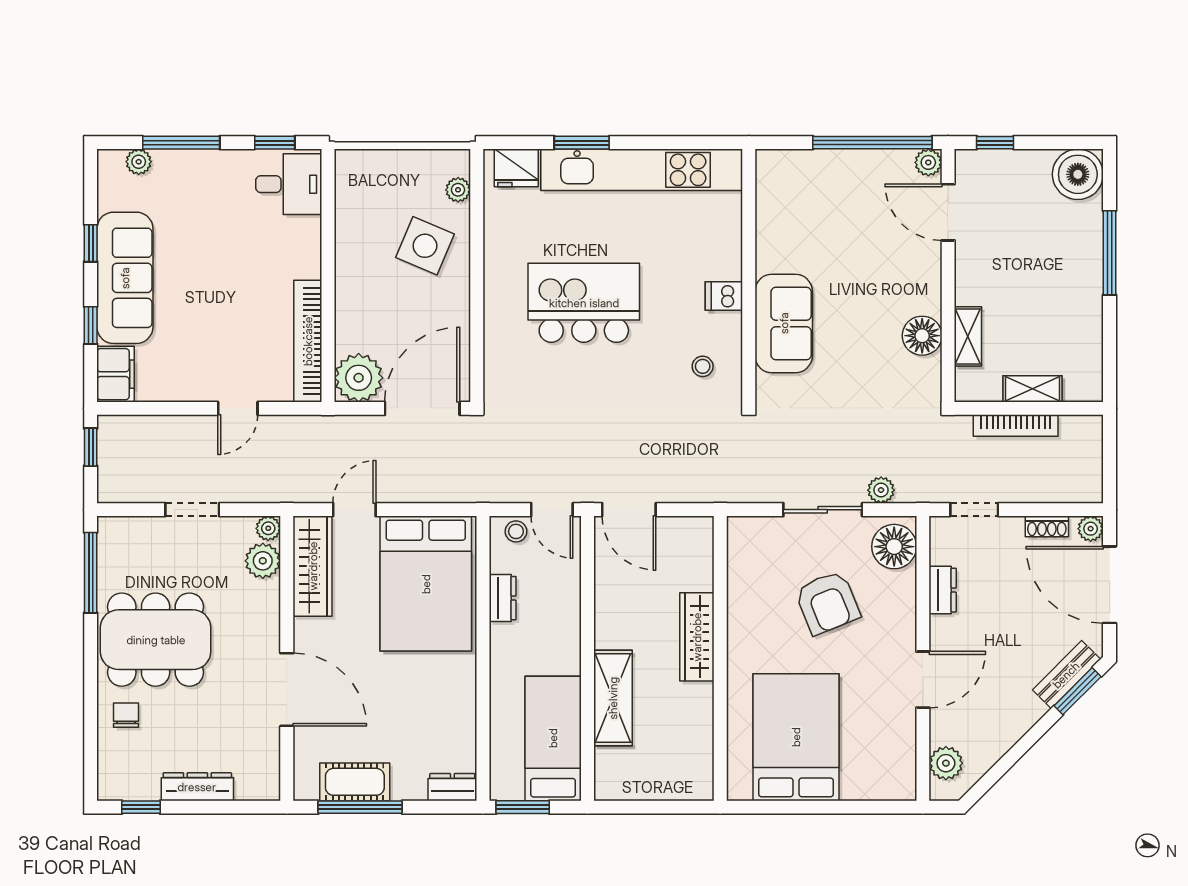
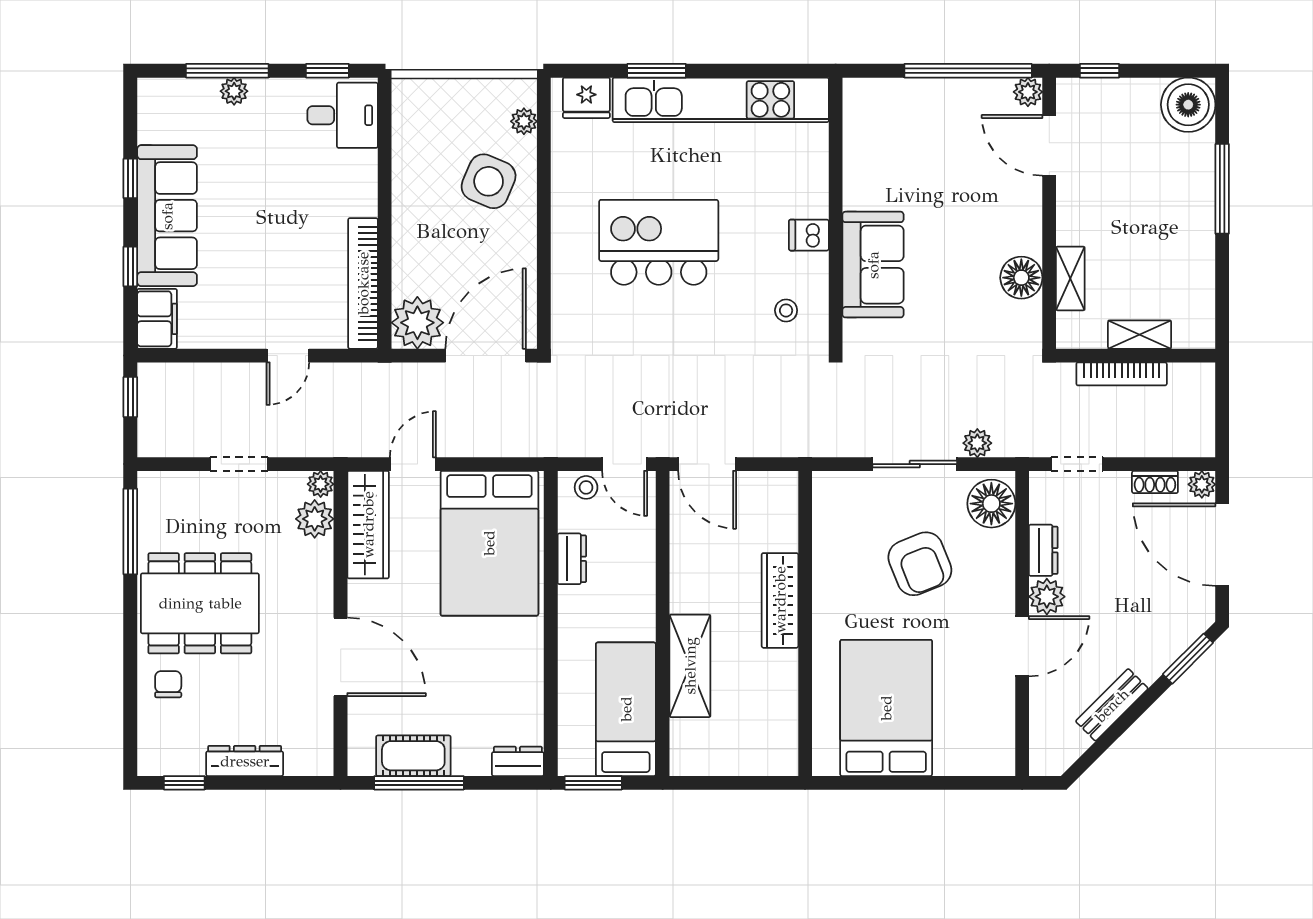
plant: (139, 162) -> (234, 91), moved
bench: (1066, 675) -> (1112, 705), moved
plant: (946, 763) -> (1047, 597), moved

